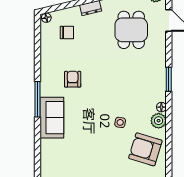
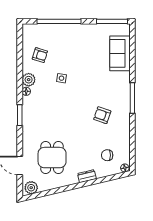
armchair: (73, 79) -> (102, 115), turned 109
sofa: (52, 118) -> (120, 53), moved
armchair: (145, 149) -> (40, 55), width x0.53, depth x0.53

